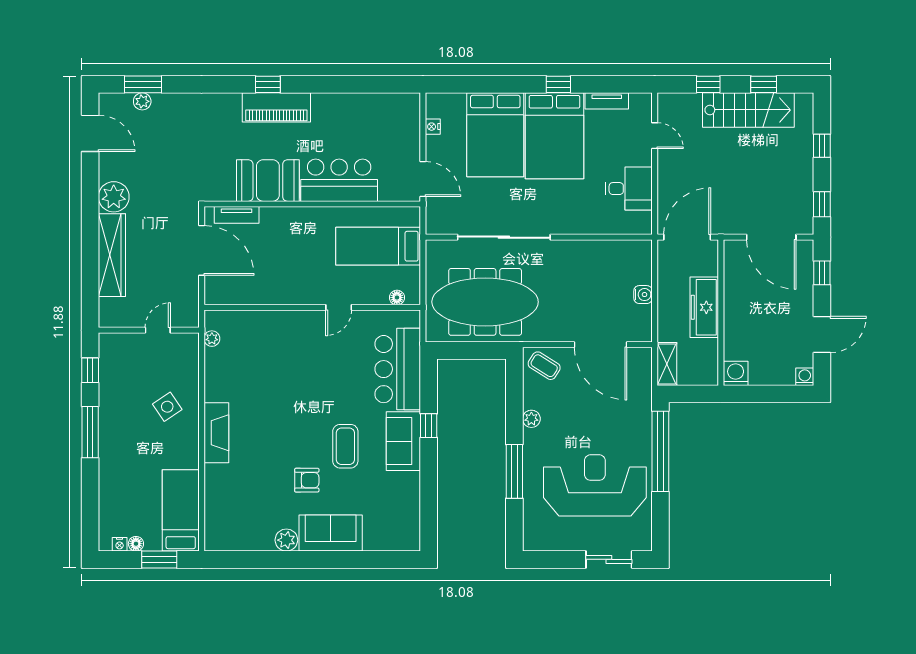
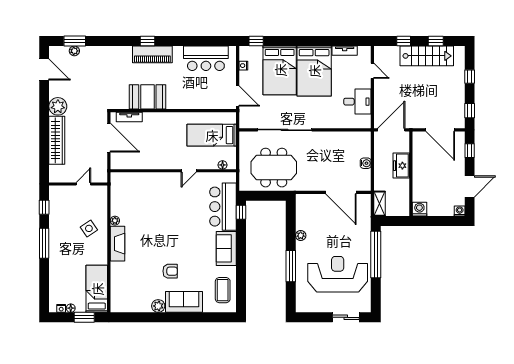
window: (558, 84) -> (256, 41), moved
bar counter: (339, 180) -> (206, 58), moved, turned 180
meeting table: (485, 302) -> (274, 168), width x0.73
freezer: (704, 307) -> (401, 166), width x0.71
plant: (212, 339) -> (115, 221), moved
coffee table: (544, 366) -> (308, 205), removed
window: (429, 426) -> (241, 212), moved
coffee table: (345, 446) -> (223, 290), moved

